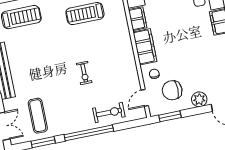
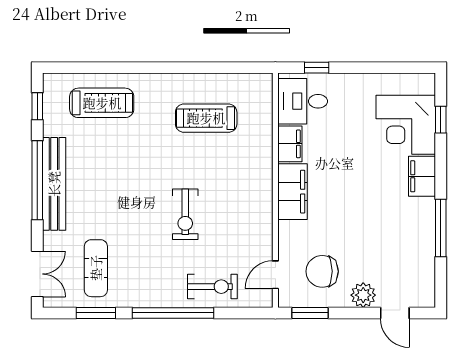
exercise bike: (84, 73) -> (185, 214), width x1.38, depth x1.39
chair: (154, 74) -> (299, 239), removed

